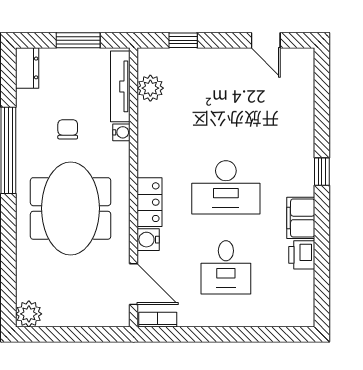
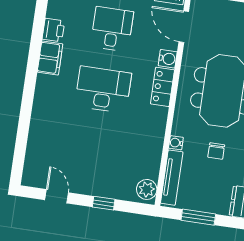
window: (183, 40) -> (104, 203), moved
plant: (150, 88) -> (147, 189), moved
window: (322, 172) -> (29, 91), removed

